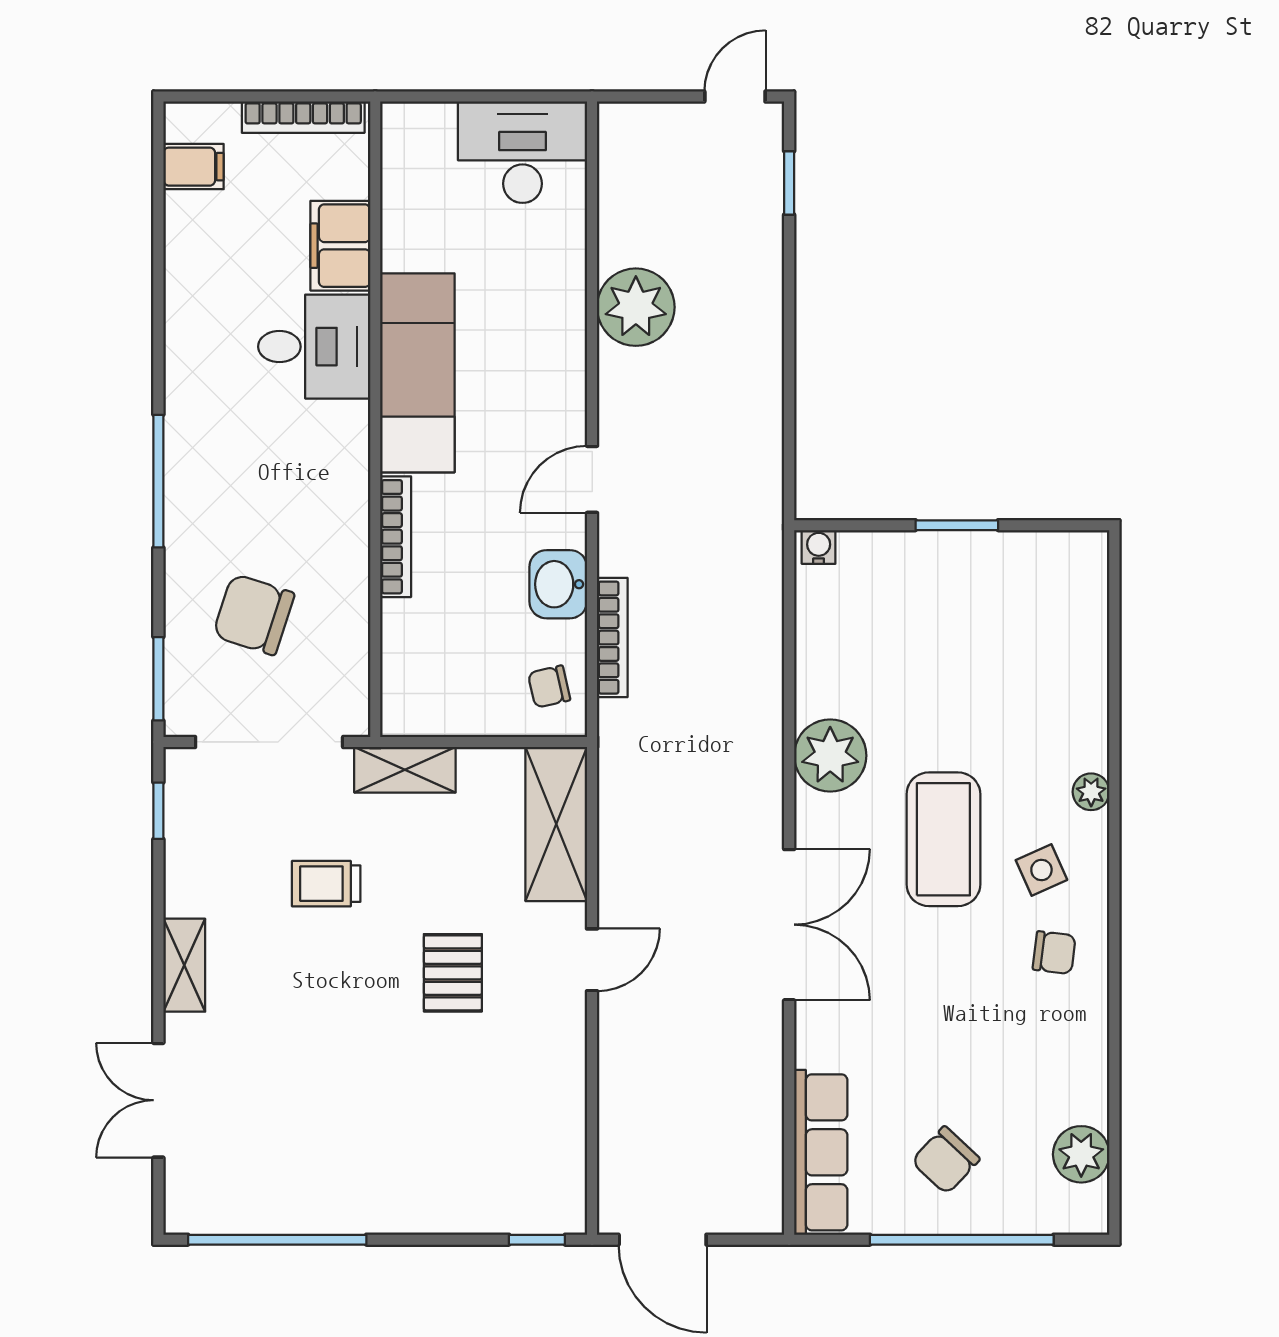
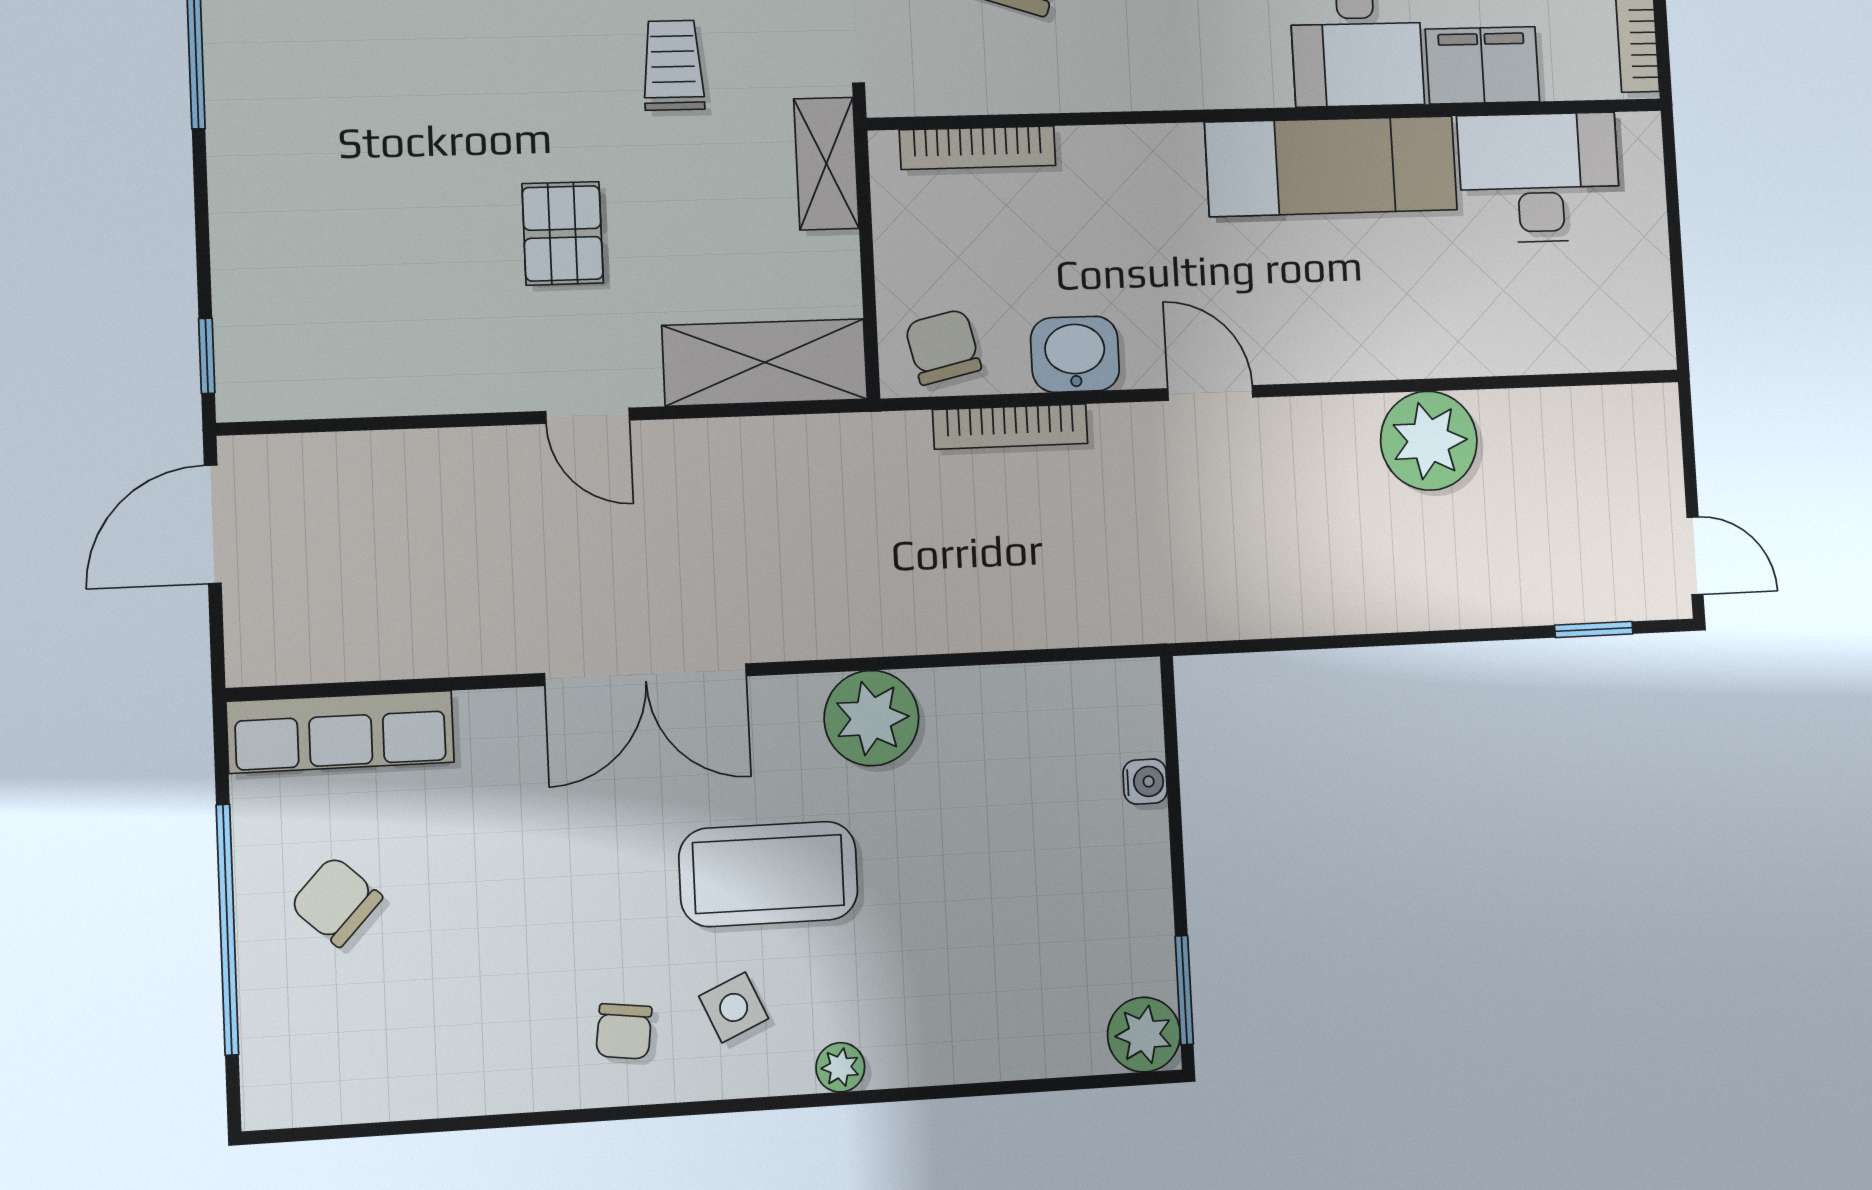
desk: (523, 152) -> (1539, 178), moved, turned -90
window: (957, 525) -> (1184, 990), moved
bookcase: (396, 537) -> (978, 148), moved
water cooler: (819, 547) -> (1145, 782), moved
chair: (549, 687) -> (943, 347), width x1.37, depth x1.37
pallet: (453, 973) -> (563, 233), turned 90
plant: (1081, 1154) -> (1144, 1035), moved

